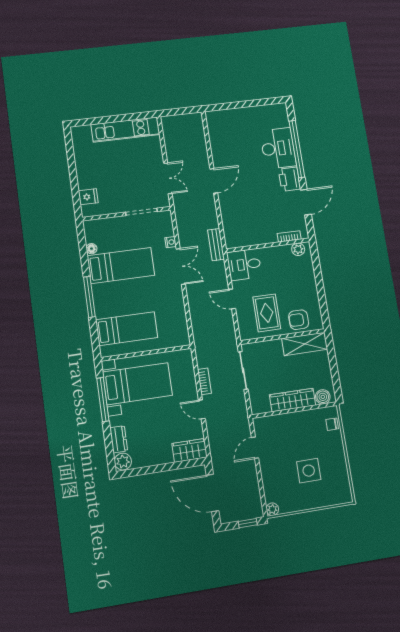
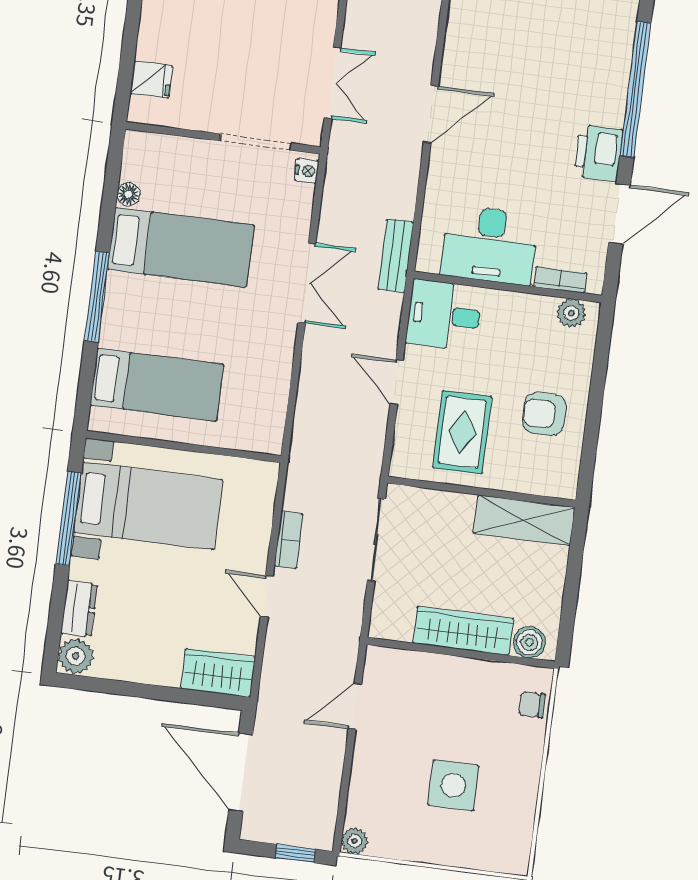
desk: (278, 148) -> (489, 245), moved, turned 90
nightstand: (171, 242) -> (307, 171), moved
armchair: (299, 320) -> (544, 414), moved

